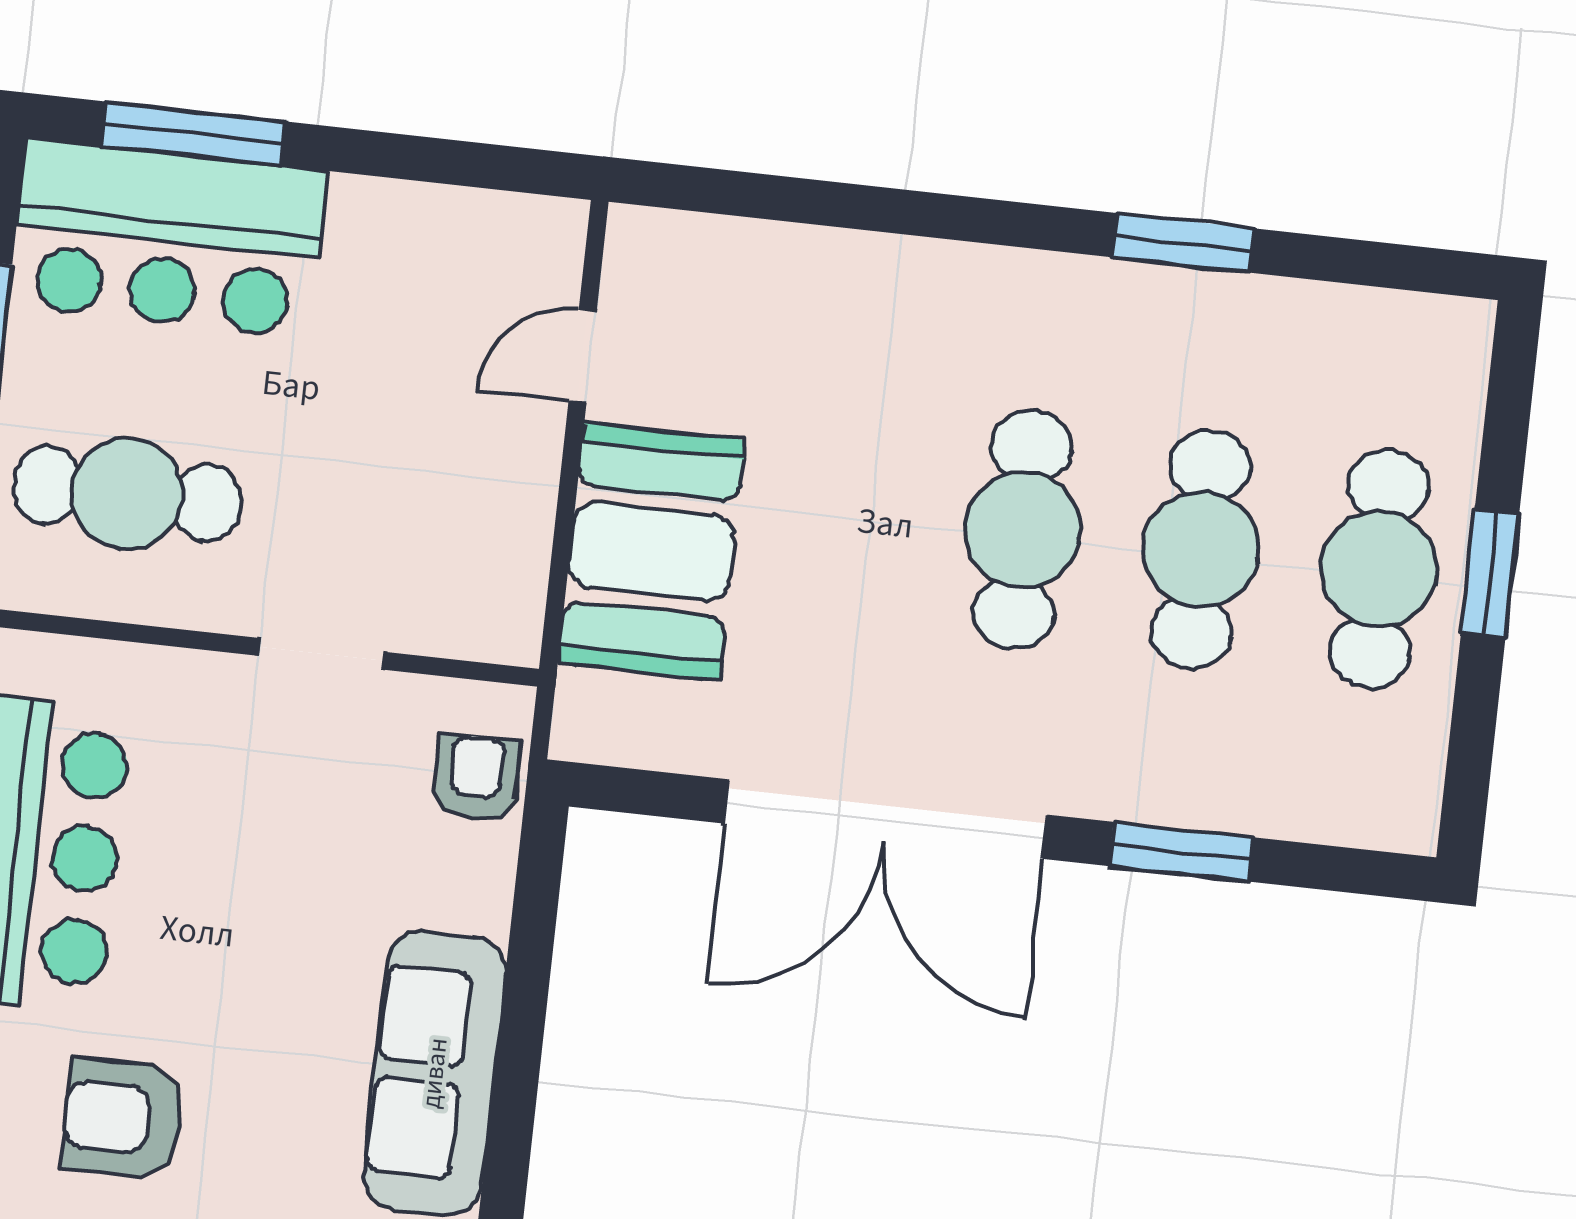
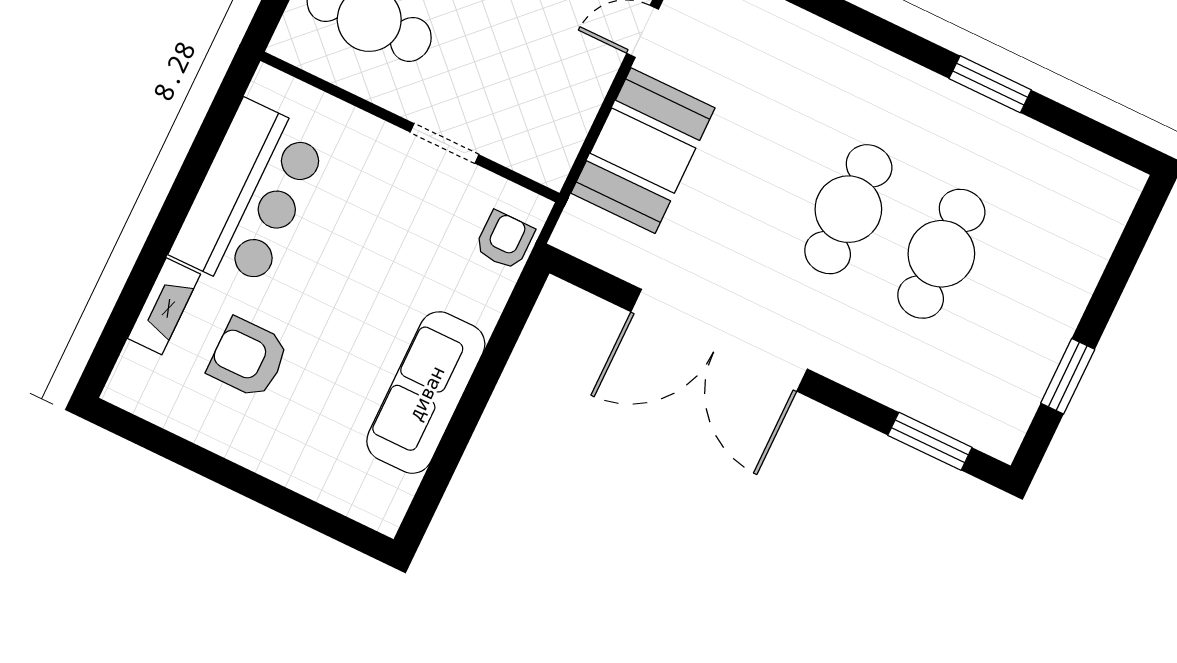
cafe table: (1379, 569) -> (1034, 298), removed
window: (1490, 573) -> (1068, 376), moved
window: (1181, 852) -> (930, 441), moved

